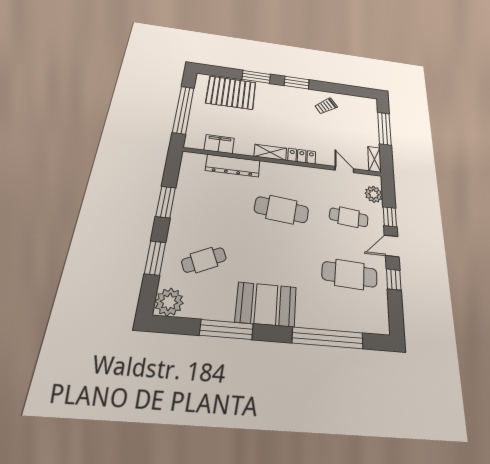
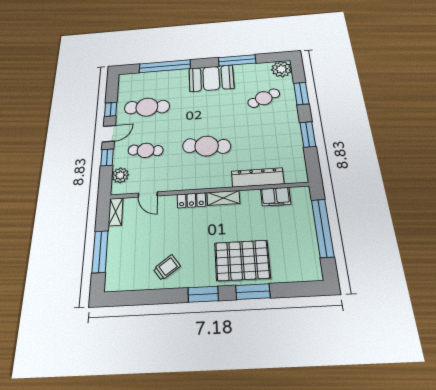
pallet: (231, 93) -> (242, 260), moved

